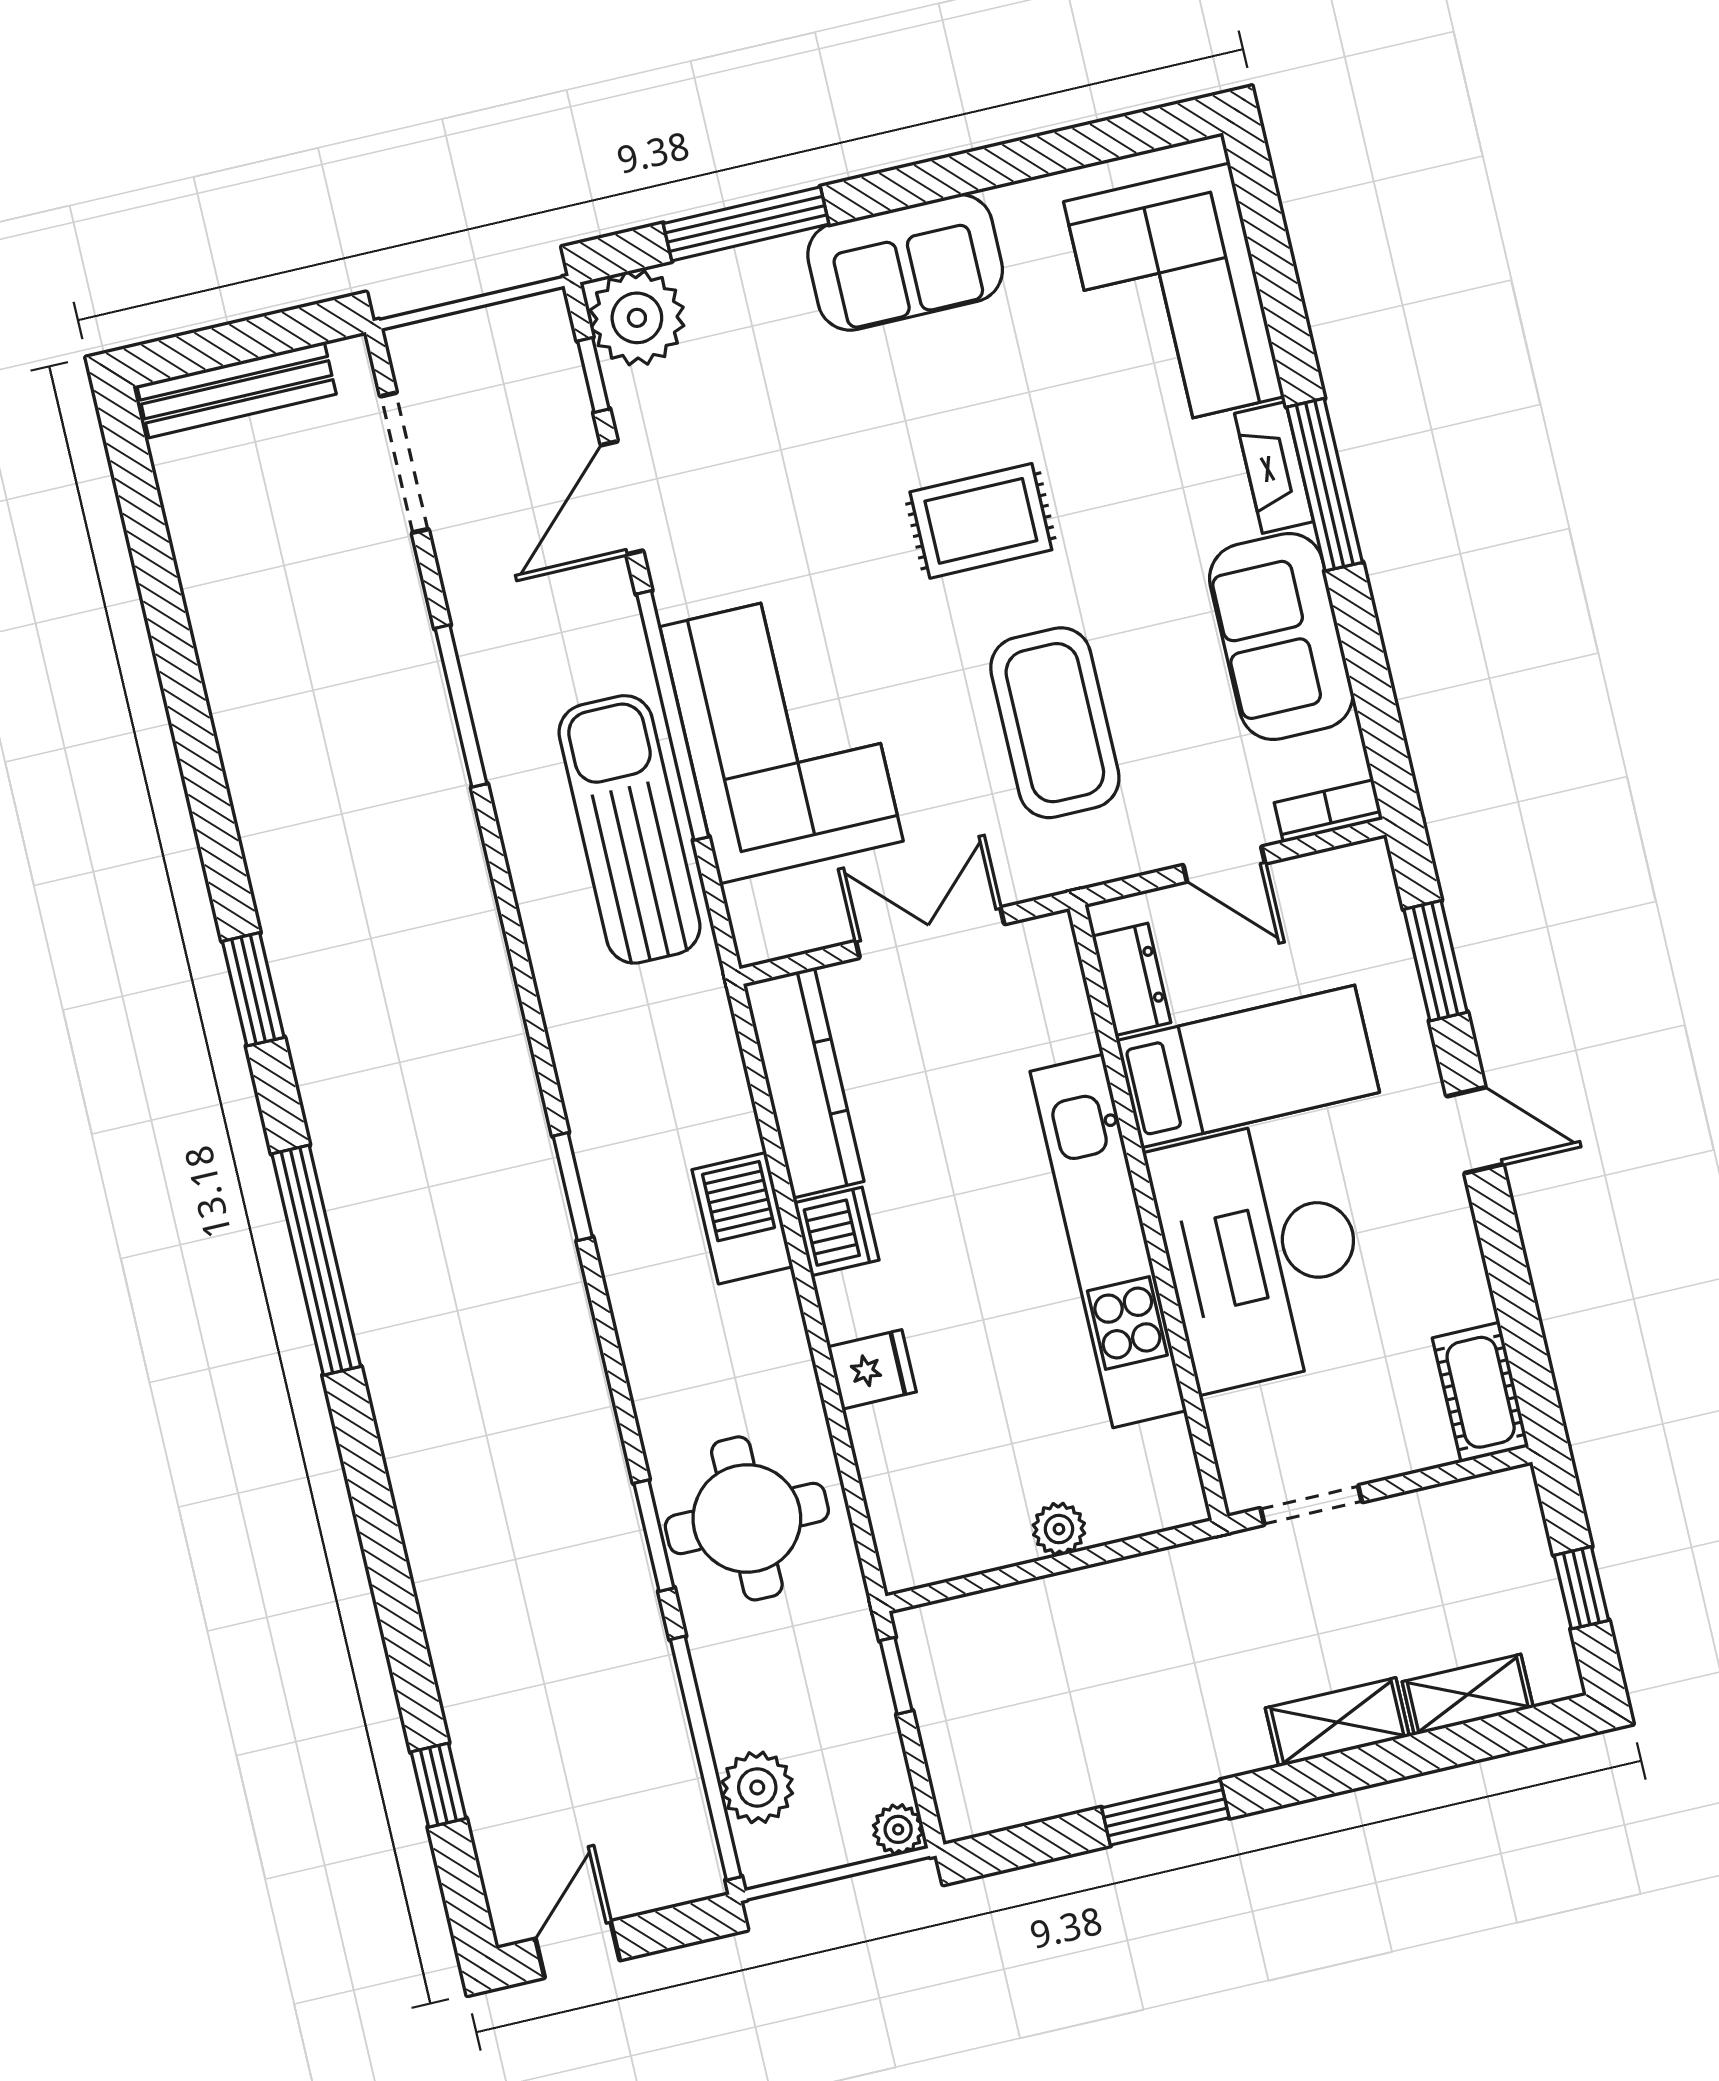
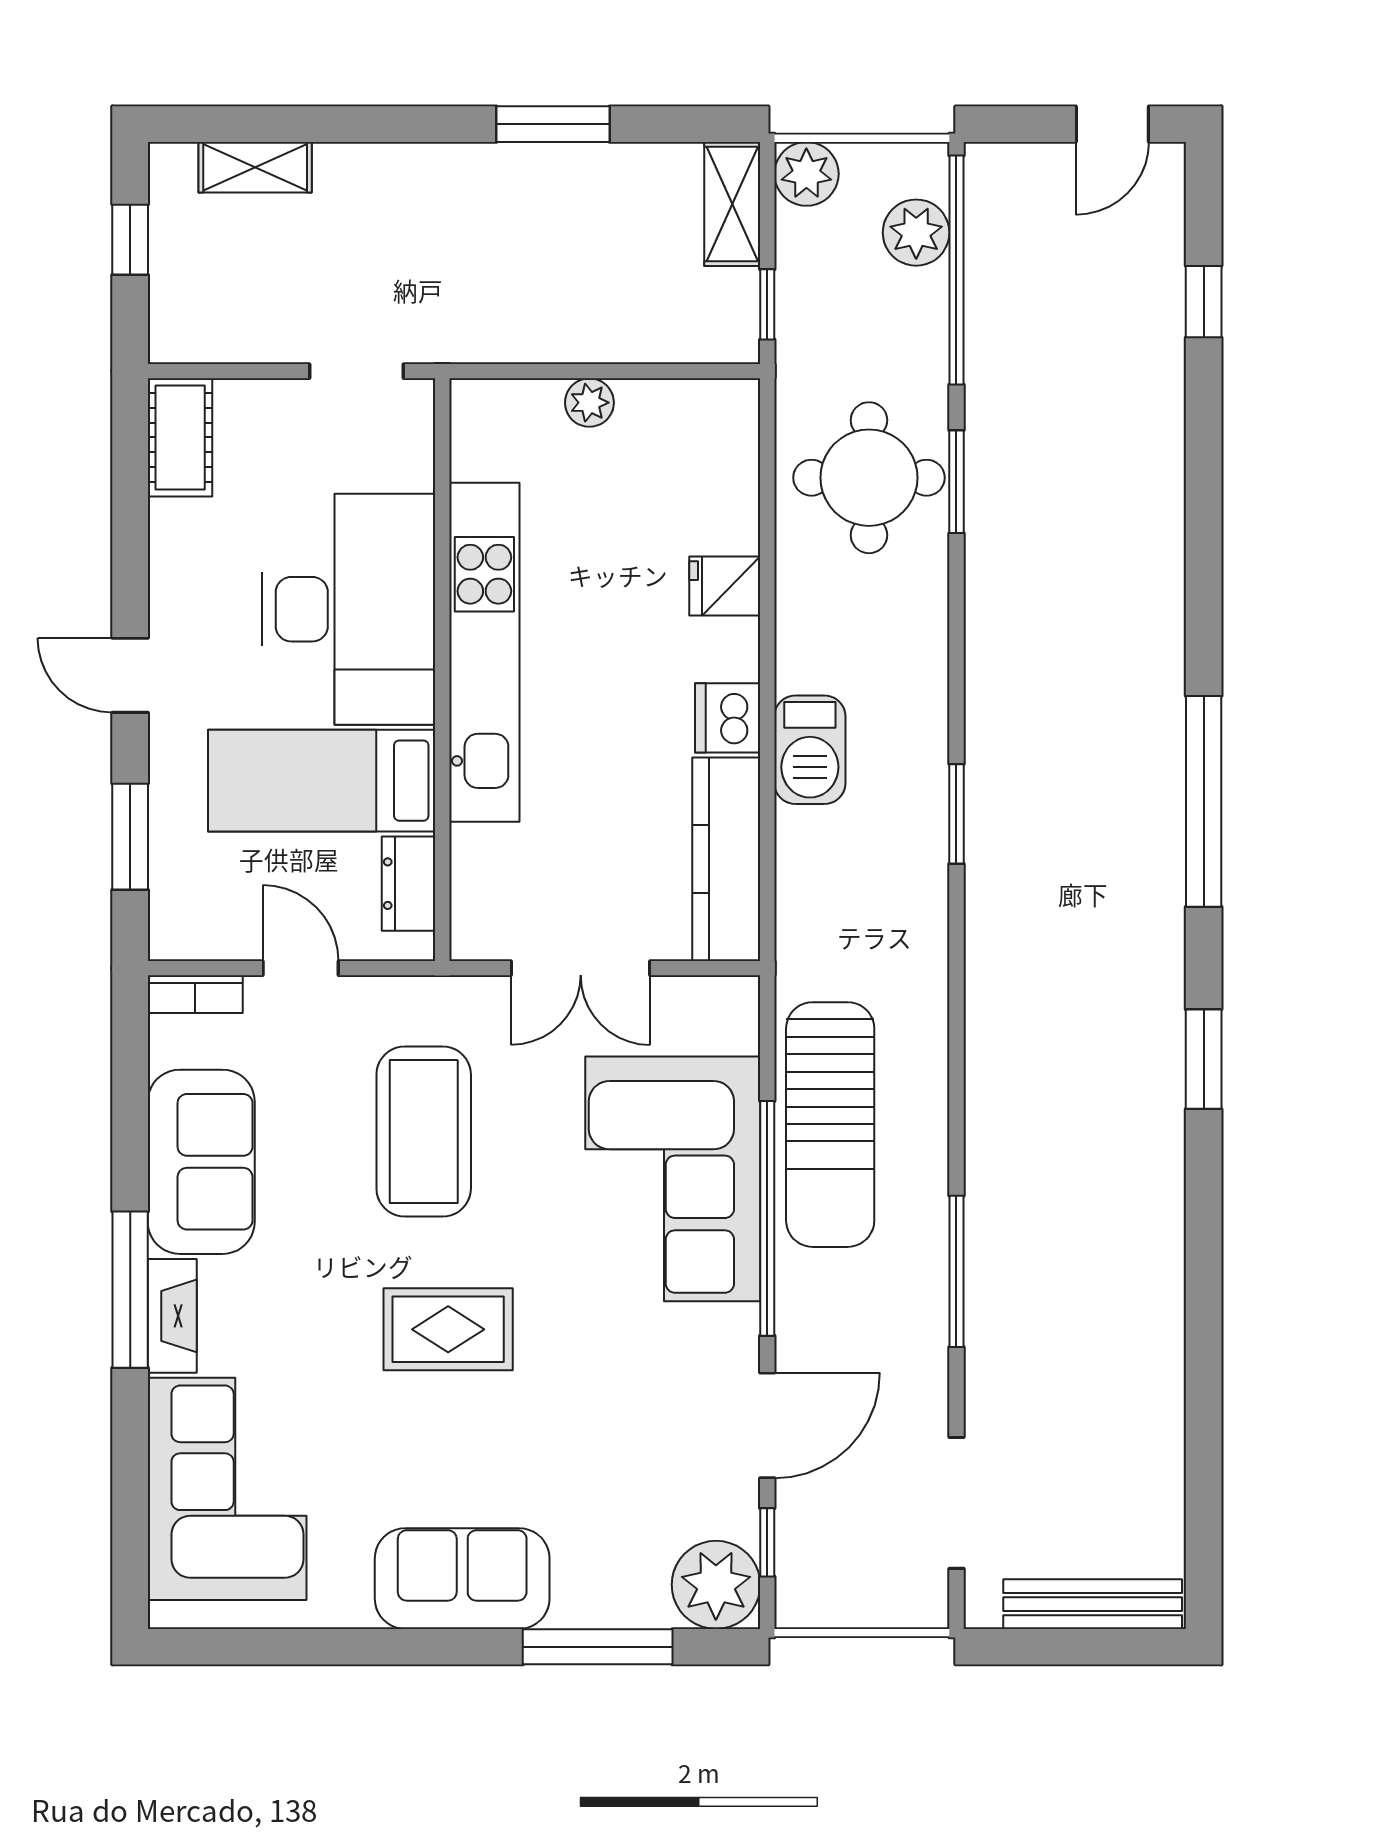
shelving: (1337, 1722) -> (732, 204), moved, turned 90
plant: (898, 1829) -> (806, 174), width x1.38, depth x1.38

